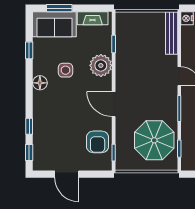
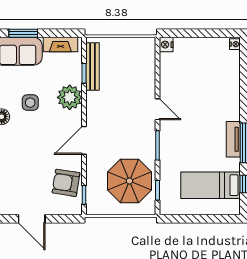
bench: (172, 33) -> (93, 66), moved
door: (114, 104) -> (84, 140), hinge flipped
armchair: (98, 142) -> (66, 183), turned 99

